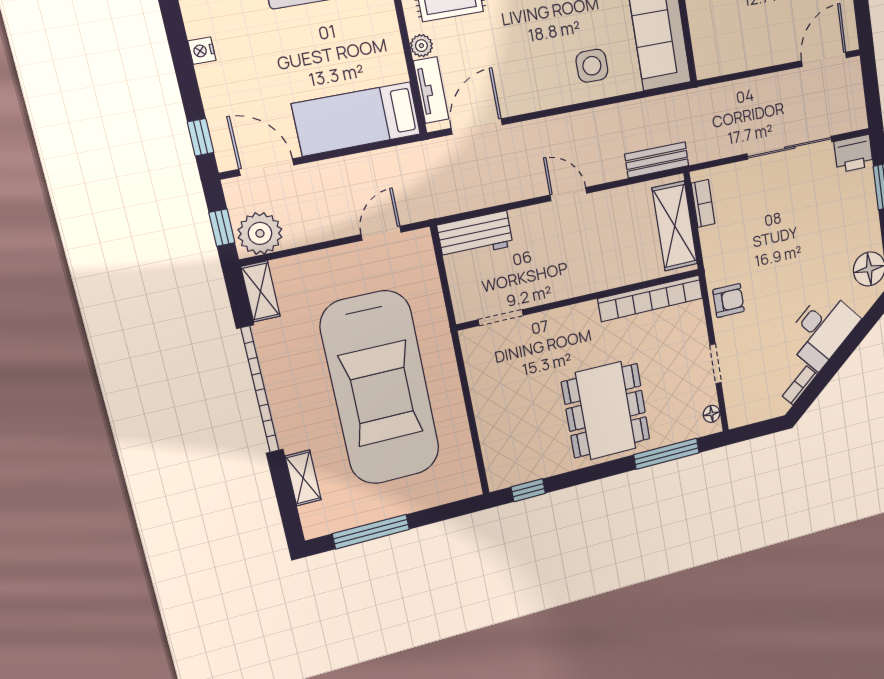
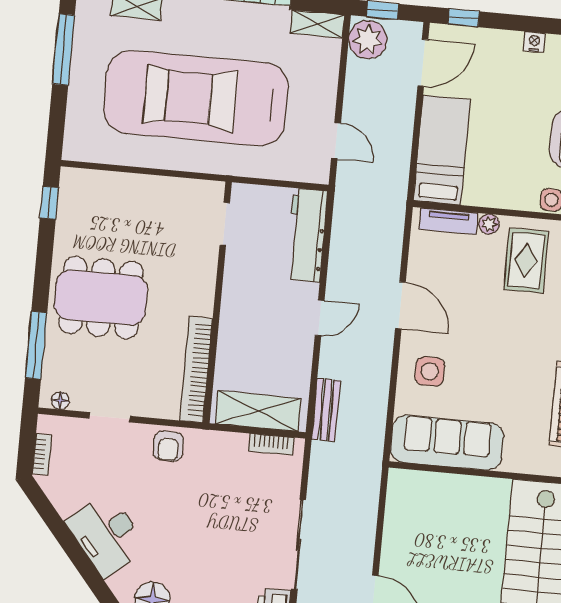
door: (477, 126) -> (400, 305), moved
workbench: (475, 236) -> (307, 235), width x1.38
bookcase: (800, 385) -> (42, 454), moved, turned 40

